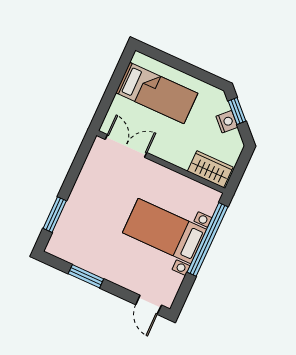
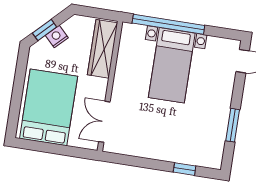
bed: (157, 93) -> (49, 107), width x1.50
wardrobe: (210, 169) -> (103, 49), width x1.50
window: (55, 215) -> (185, 169), width x0.67

